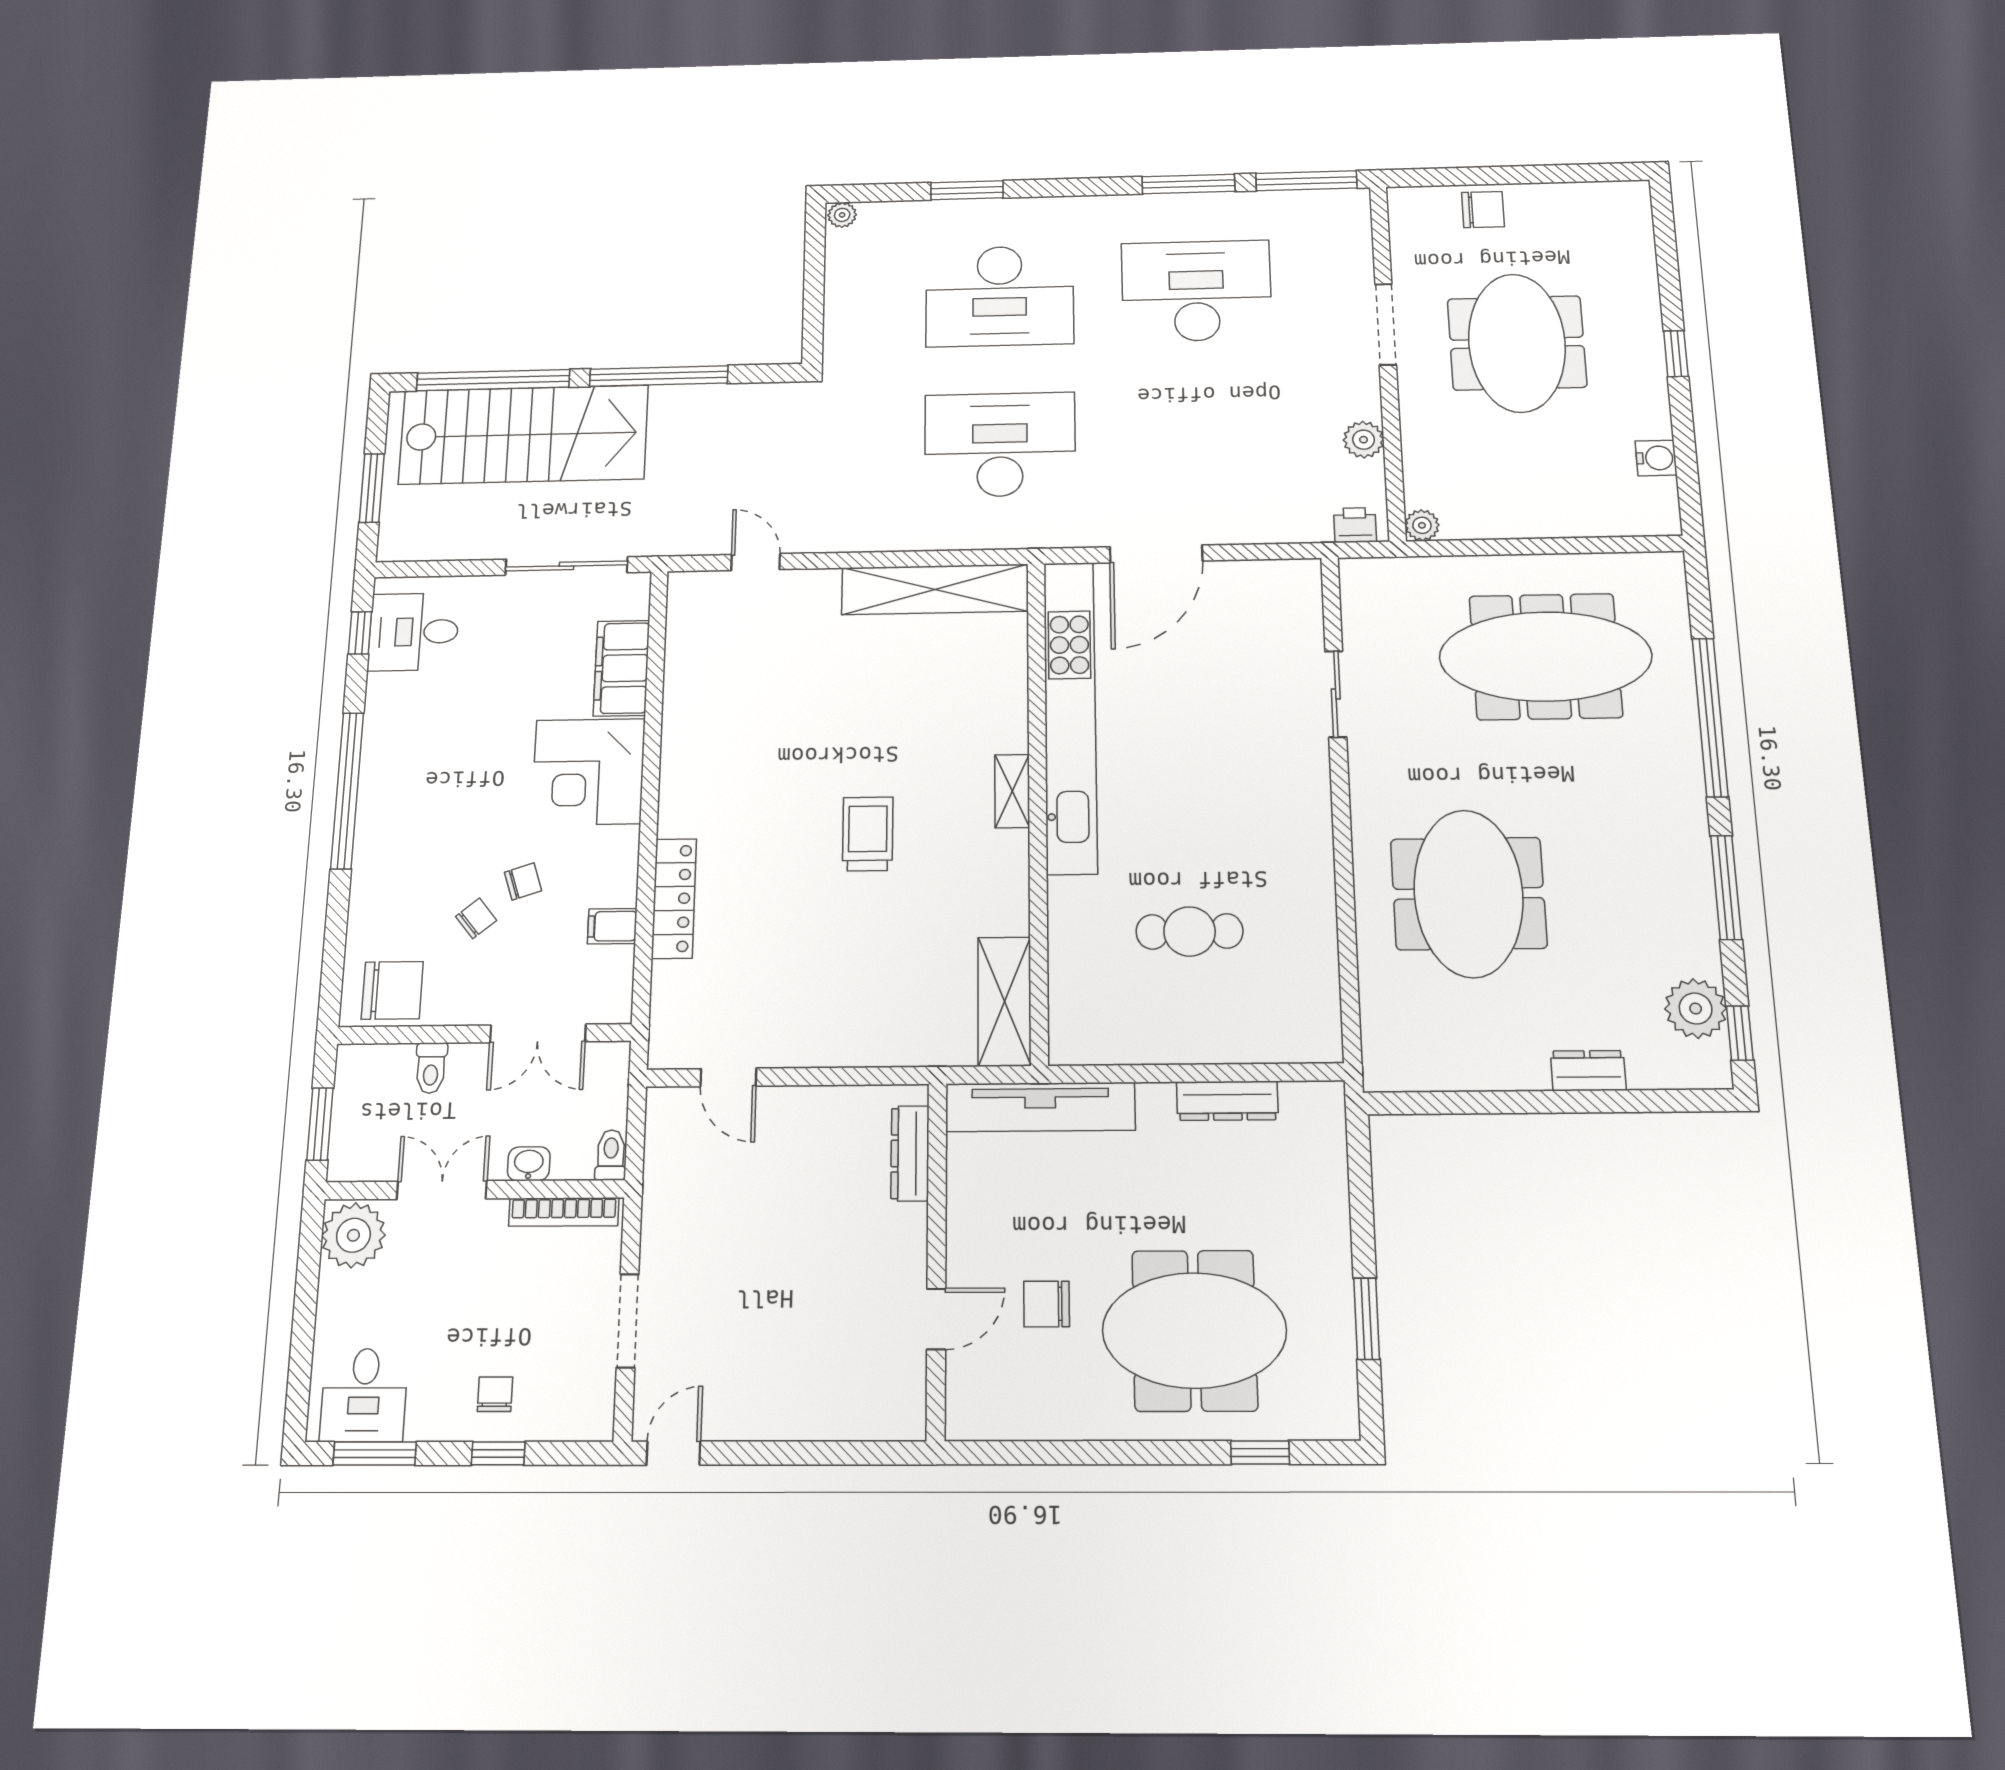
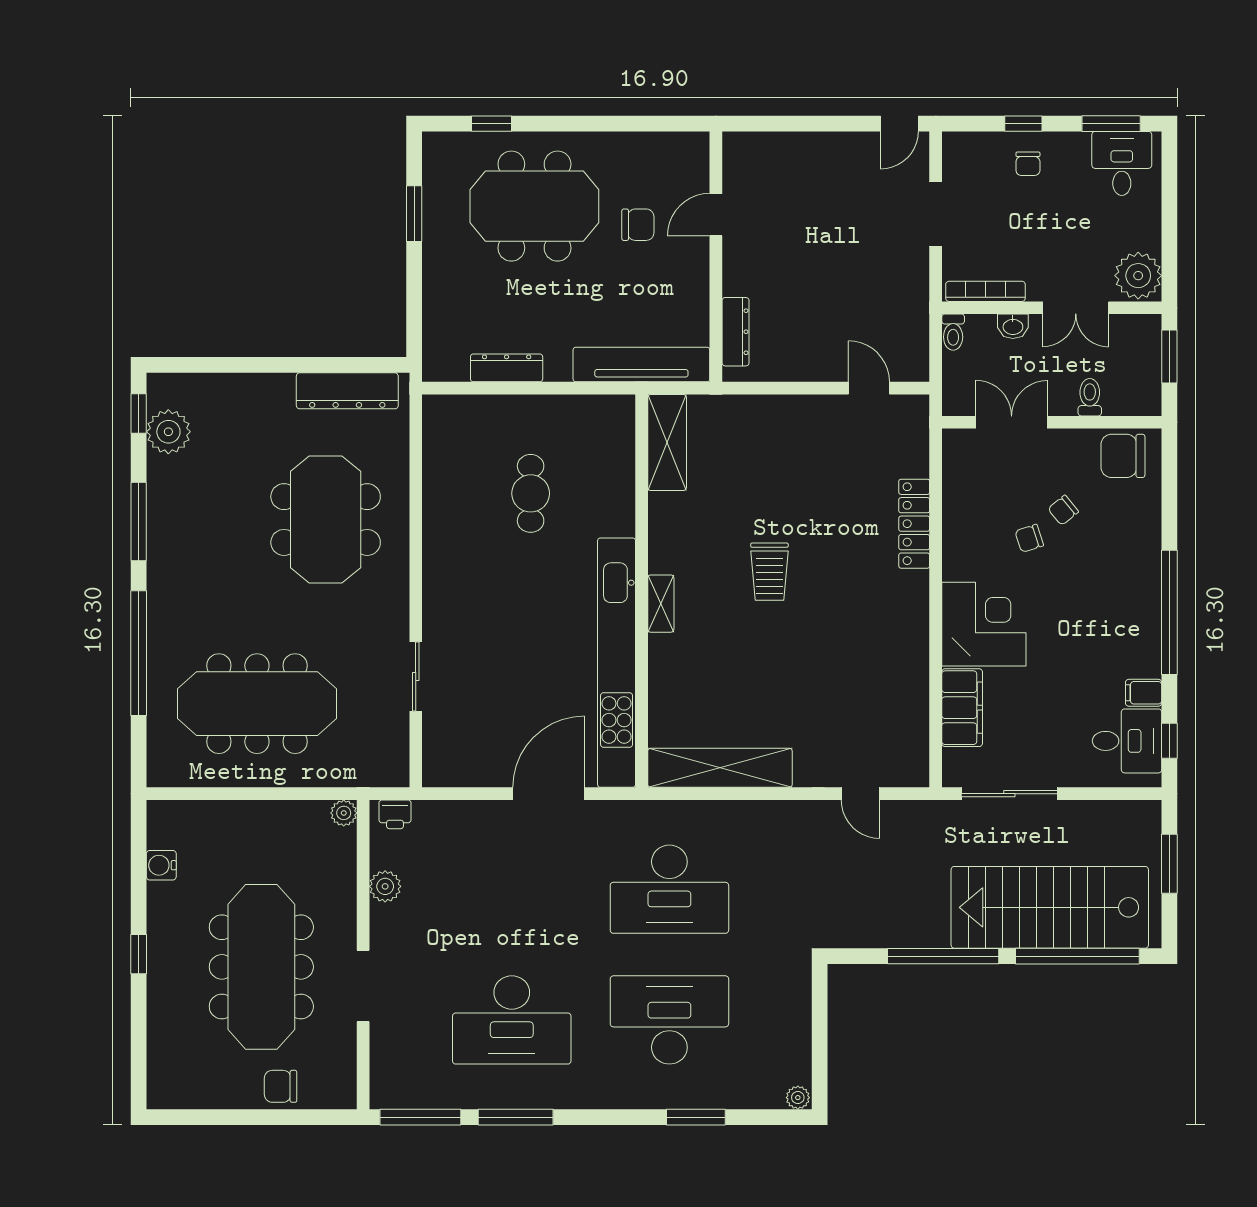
meeting table: (1517, 343) -> (261, 967), width x1.36
filing cabinet: (612, 926) -> (1144, 693), moved, turned 180
cafe table: (1190, 931) -> (531, 493), turned 90
dresser: (1588, 1071) -> (347, 391), moved, width x1.96, depth x1.24

